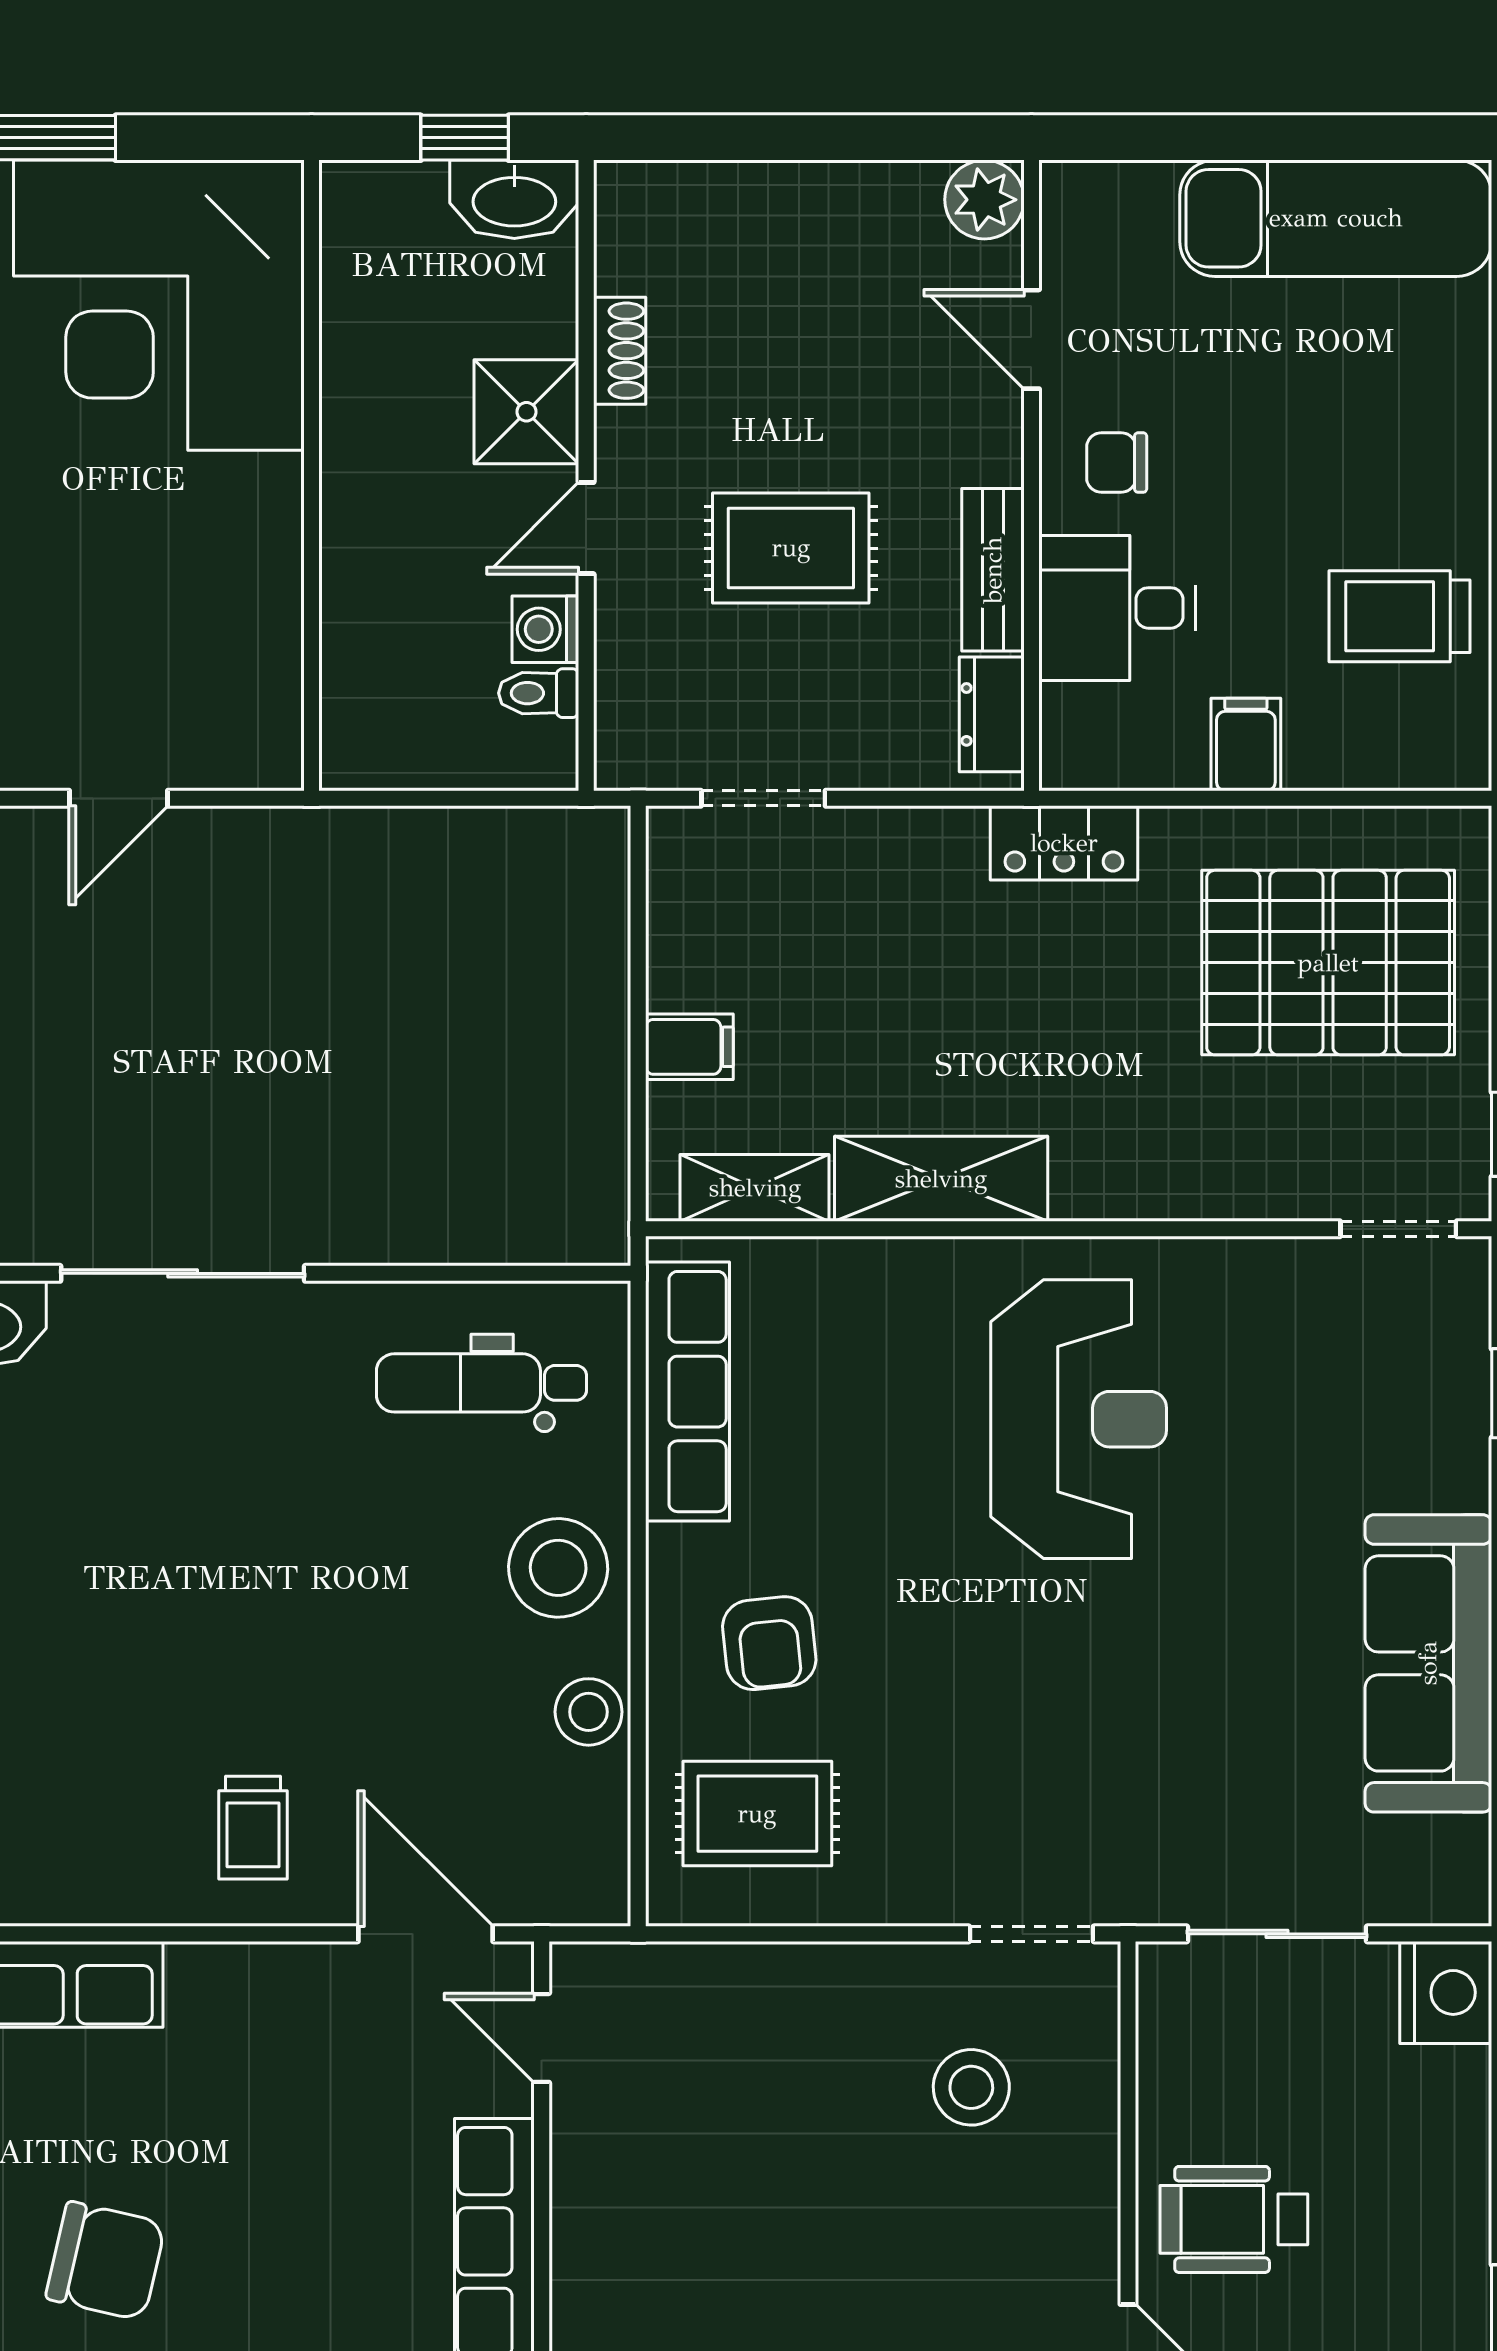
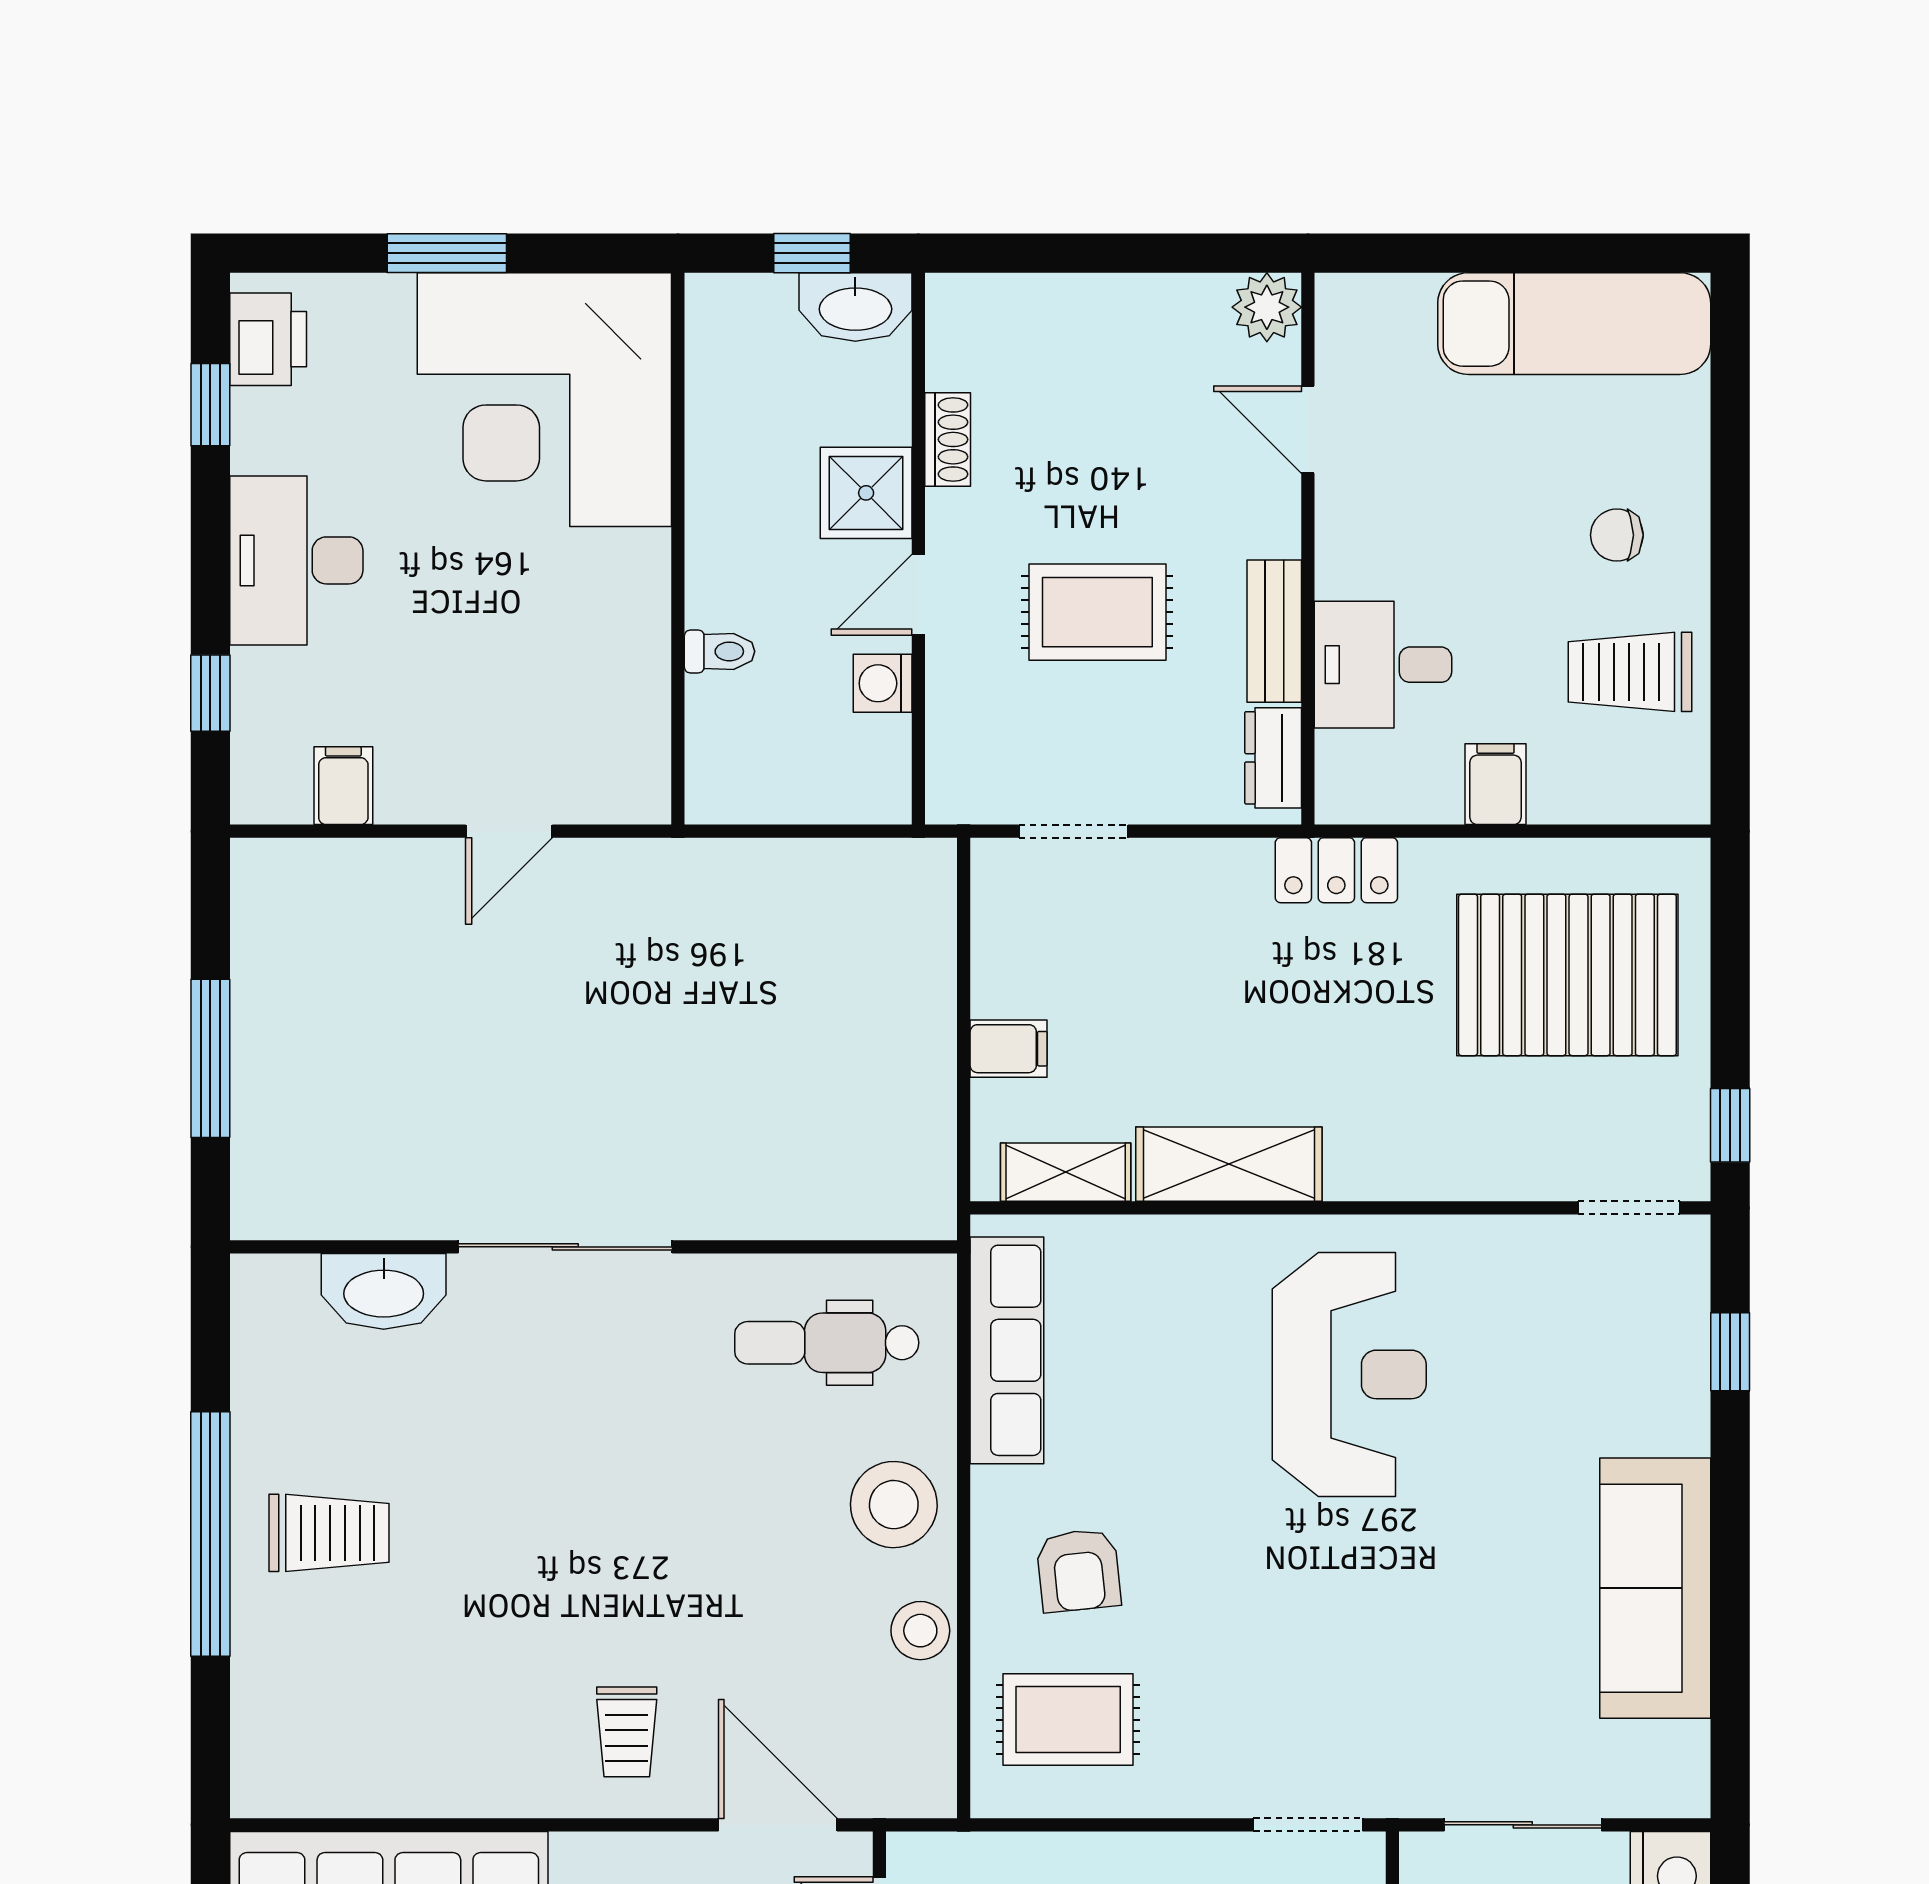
chair: (1117, 463) -> (1617, 535), moved
toilet: (539, 693) -> (719, 651), moved, turned 180

